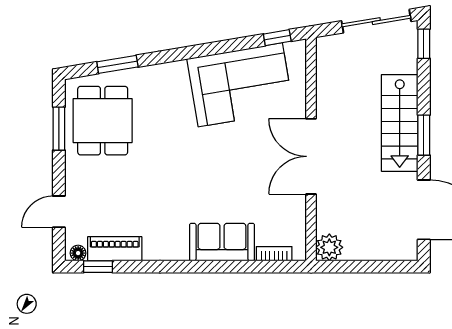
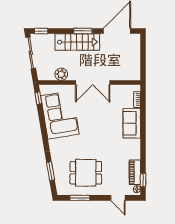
dining table: (103, 121) -> (86, 173), moved
plant: (329, 247) -> (61, 74), moved

